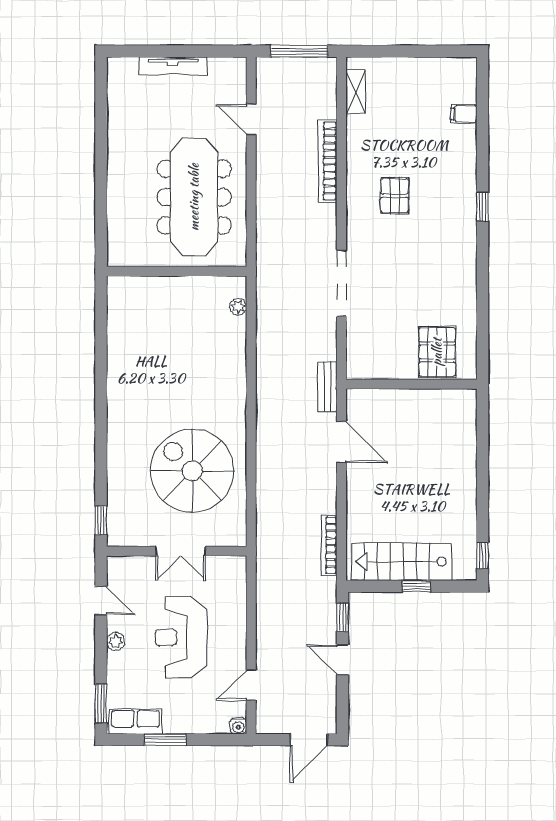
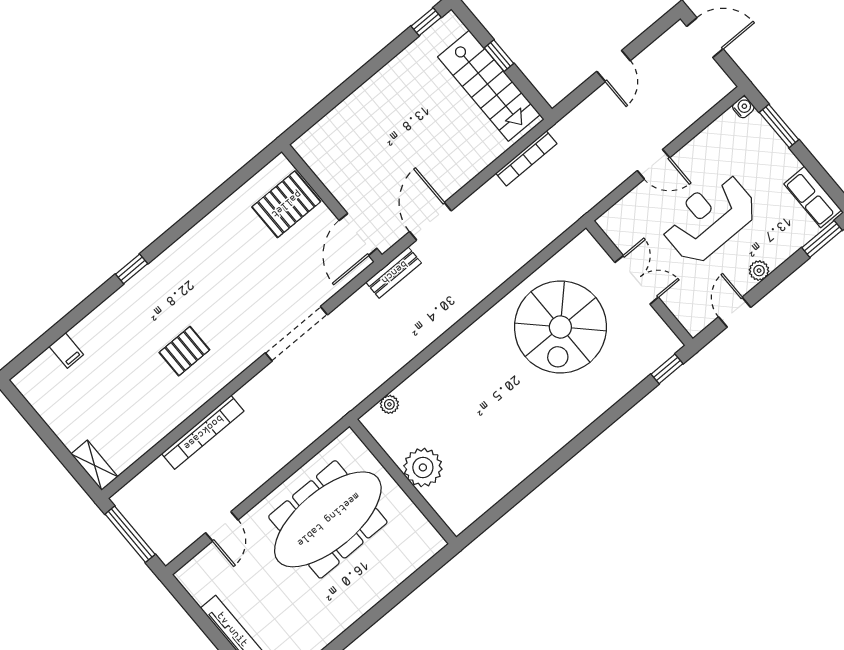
shelving: (356, 92) -> (94, 465), moved, turned 90
plant: (175, 293) -> (423, 467), added
door: (374, 384) -> (358, 234), added
window: (343, 617) -> (578, 96), removed
reception desk: (181, 637) -> (709, 218), turned 180
door: (251, 685) -> (653, 164), moved
window: (165, 740) -> (779, 126), moved

